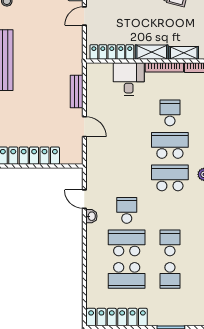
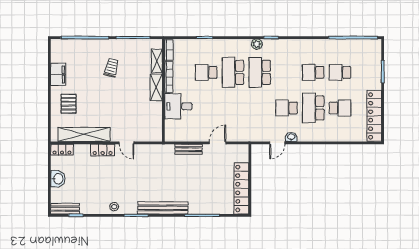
locker: (112, 52) -> (156, 120), removed
school desk: (127, 275) -> (340, 108), width x0.54
school desk: (170, 275) -> (340, 72), turned 180

